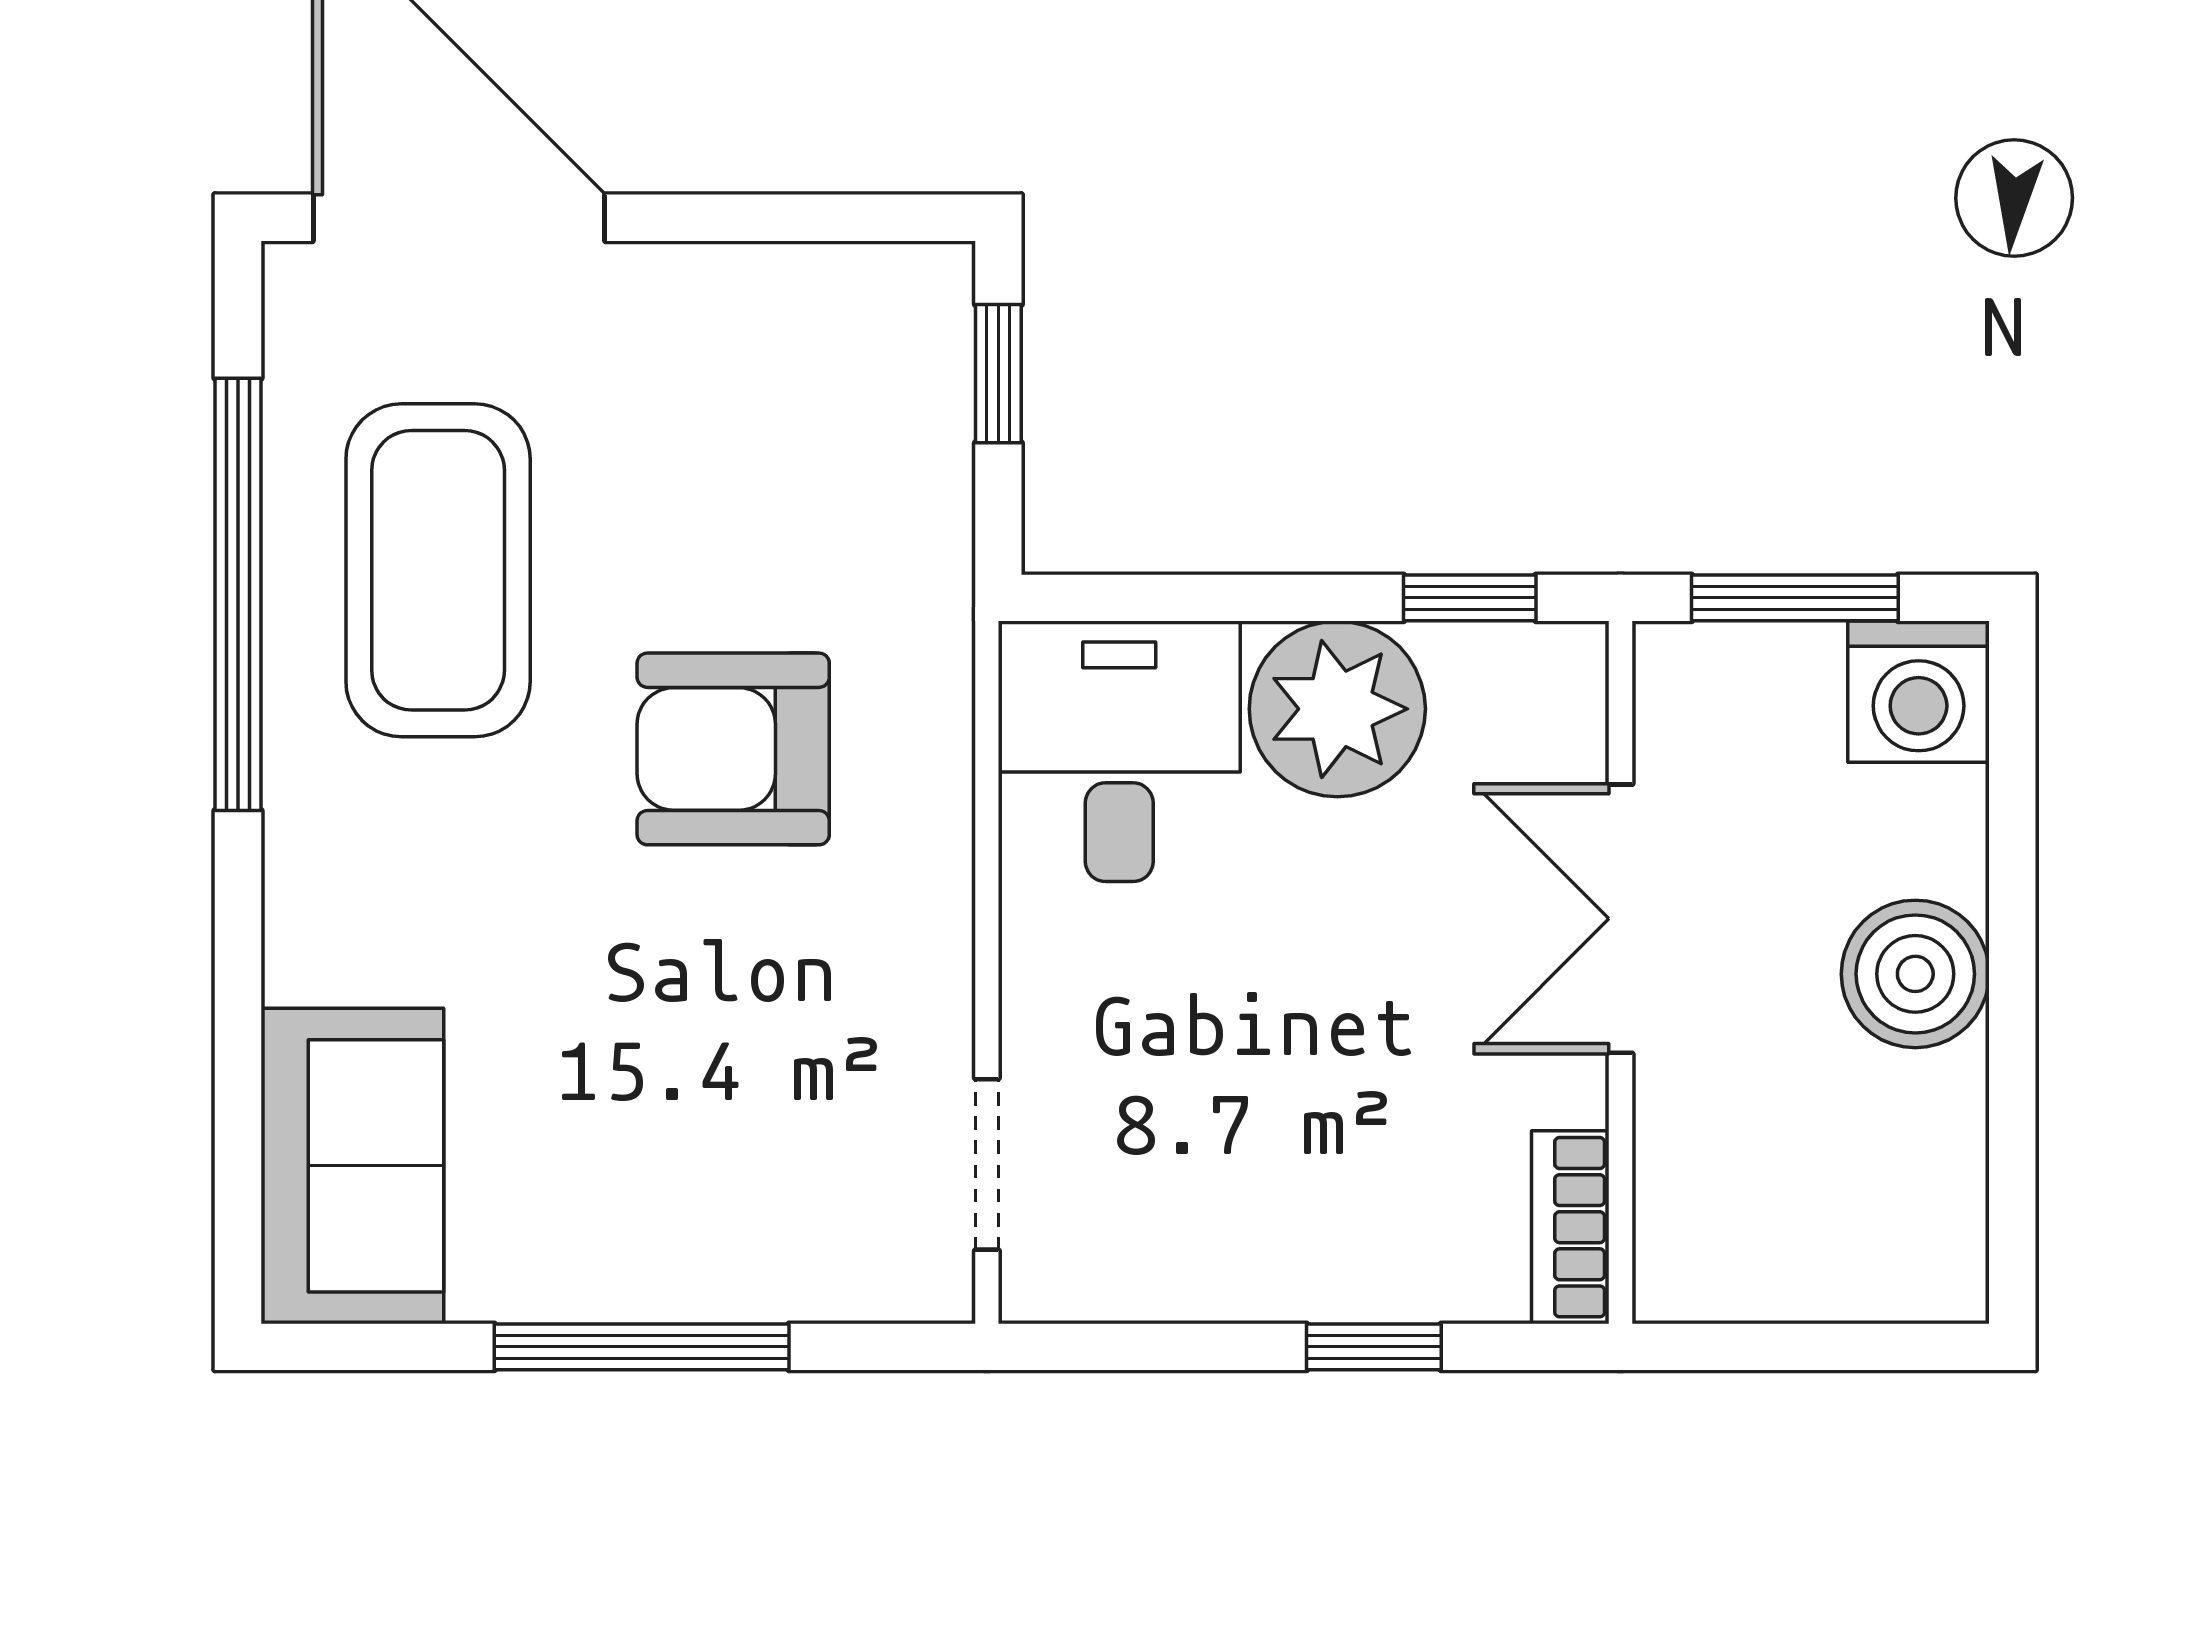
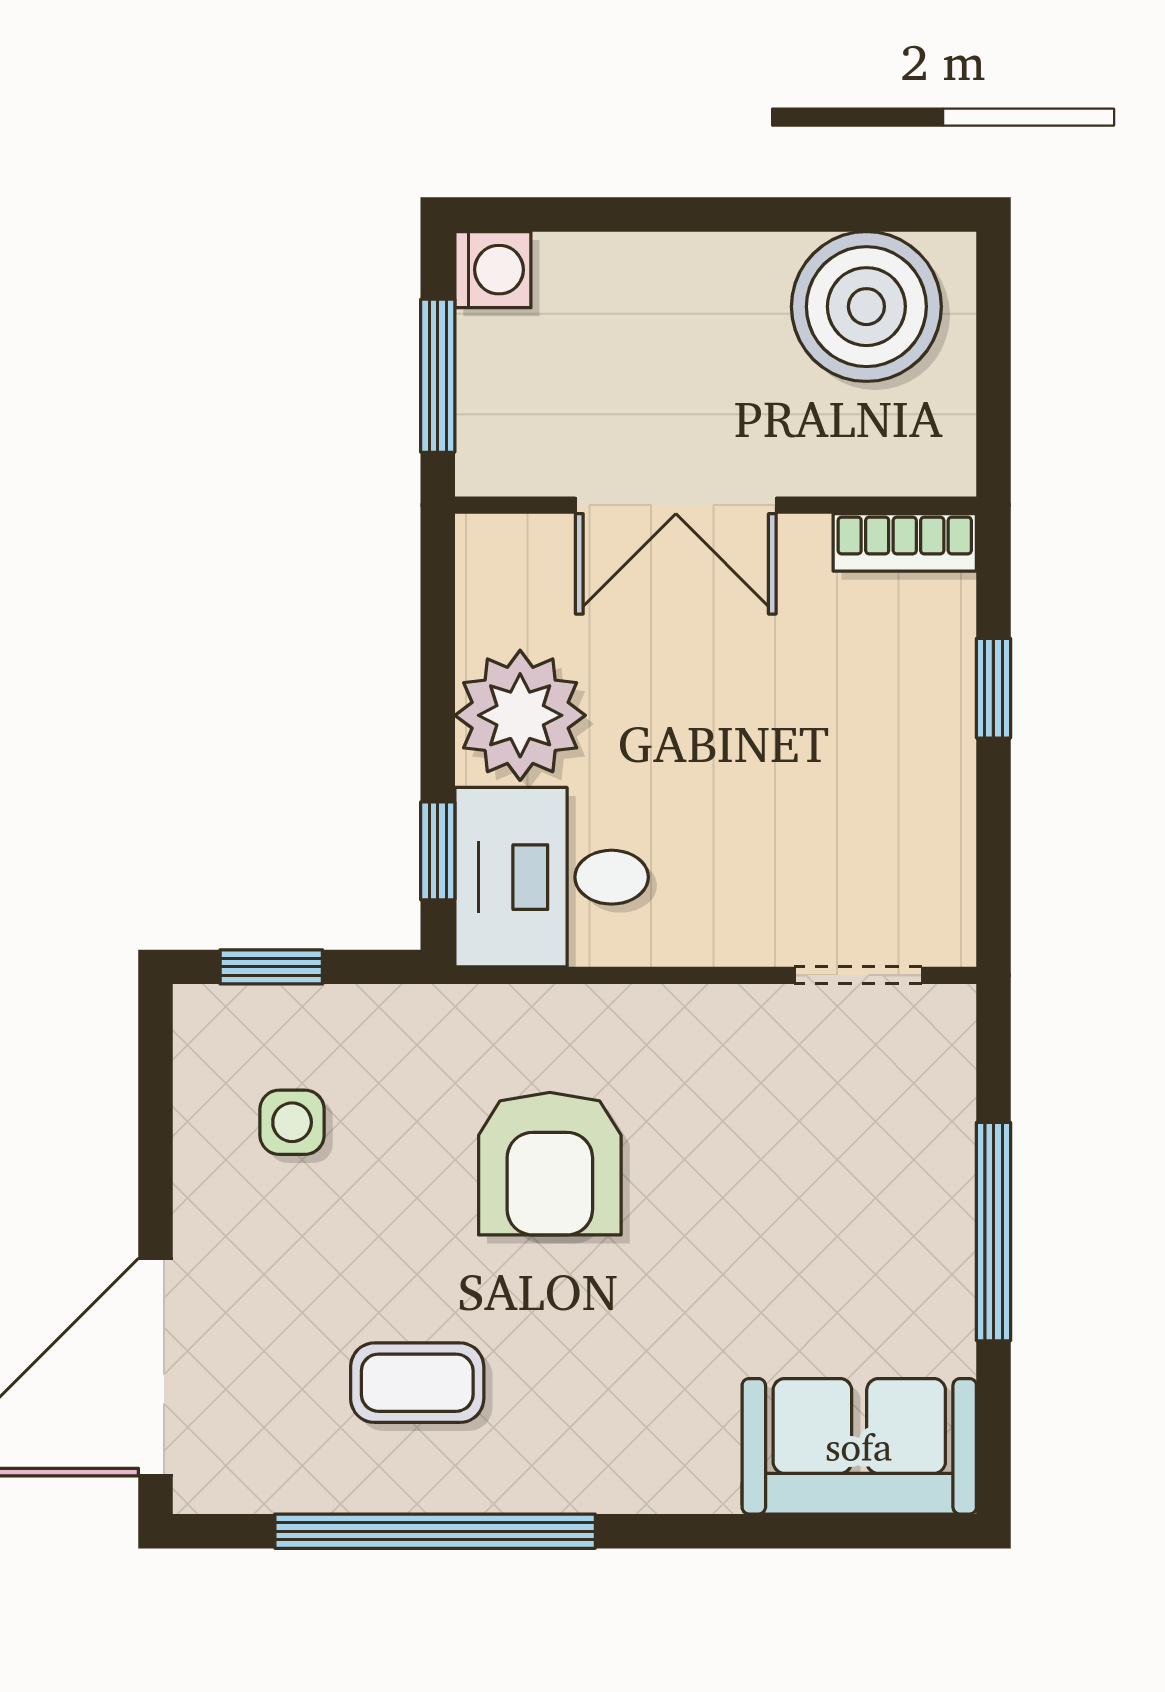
side table: (789, 402) -> (292, 1122), added
coffee table: (438, 570) -> (417, 1383), width x0.54, depth x0.58
window: (1470, 598) -> (438, 851), moved
washing machine: (1919, 692) -> (493, 270), width x0.73, depth x0.73
boiler: (1915, 974) -> (866, 307), moved, width x1.37, depth x1.37

